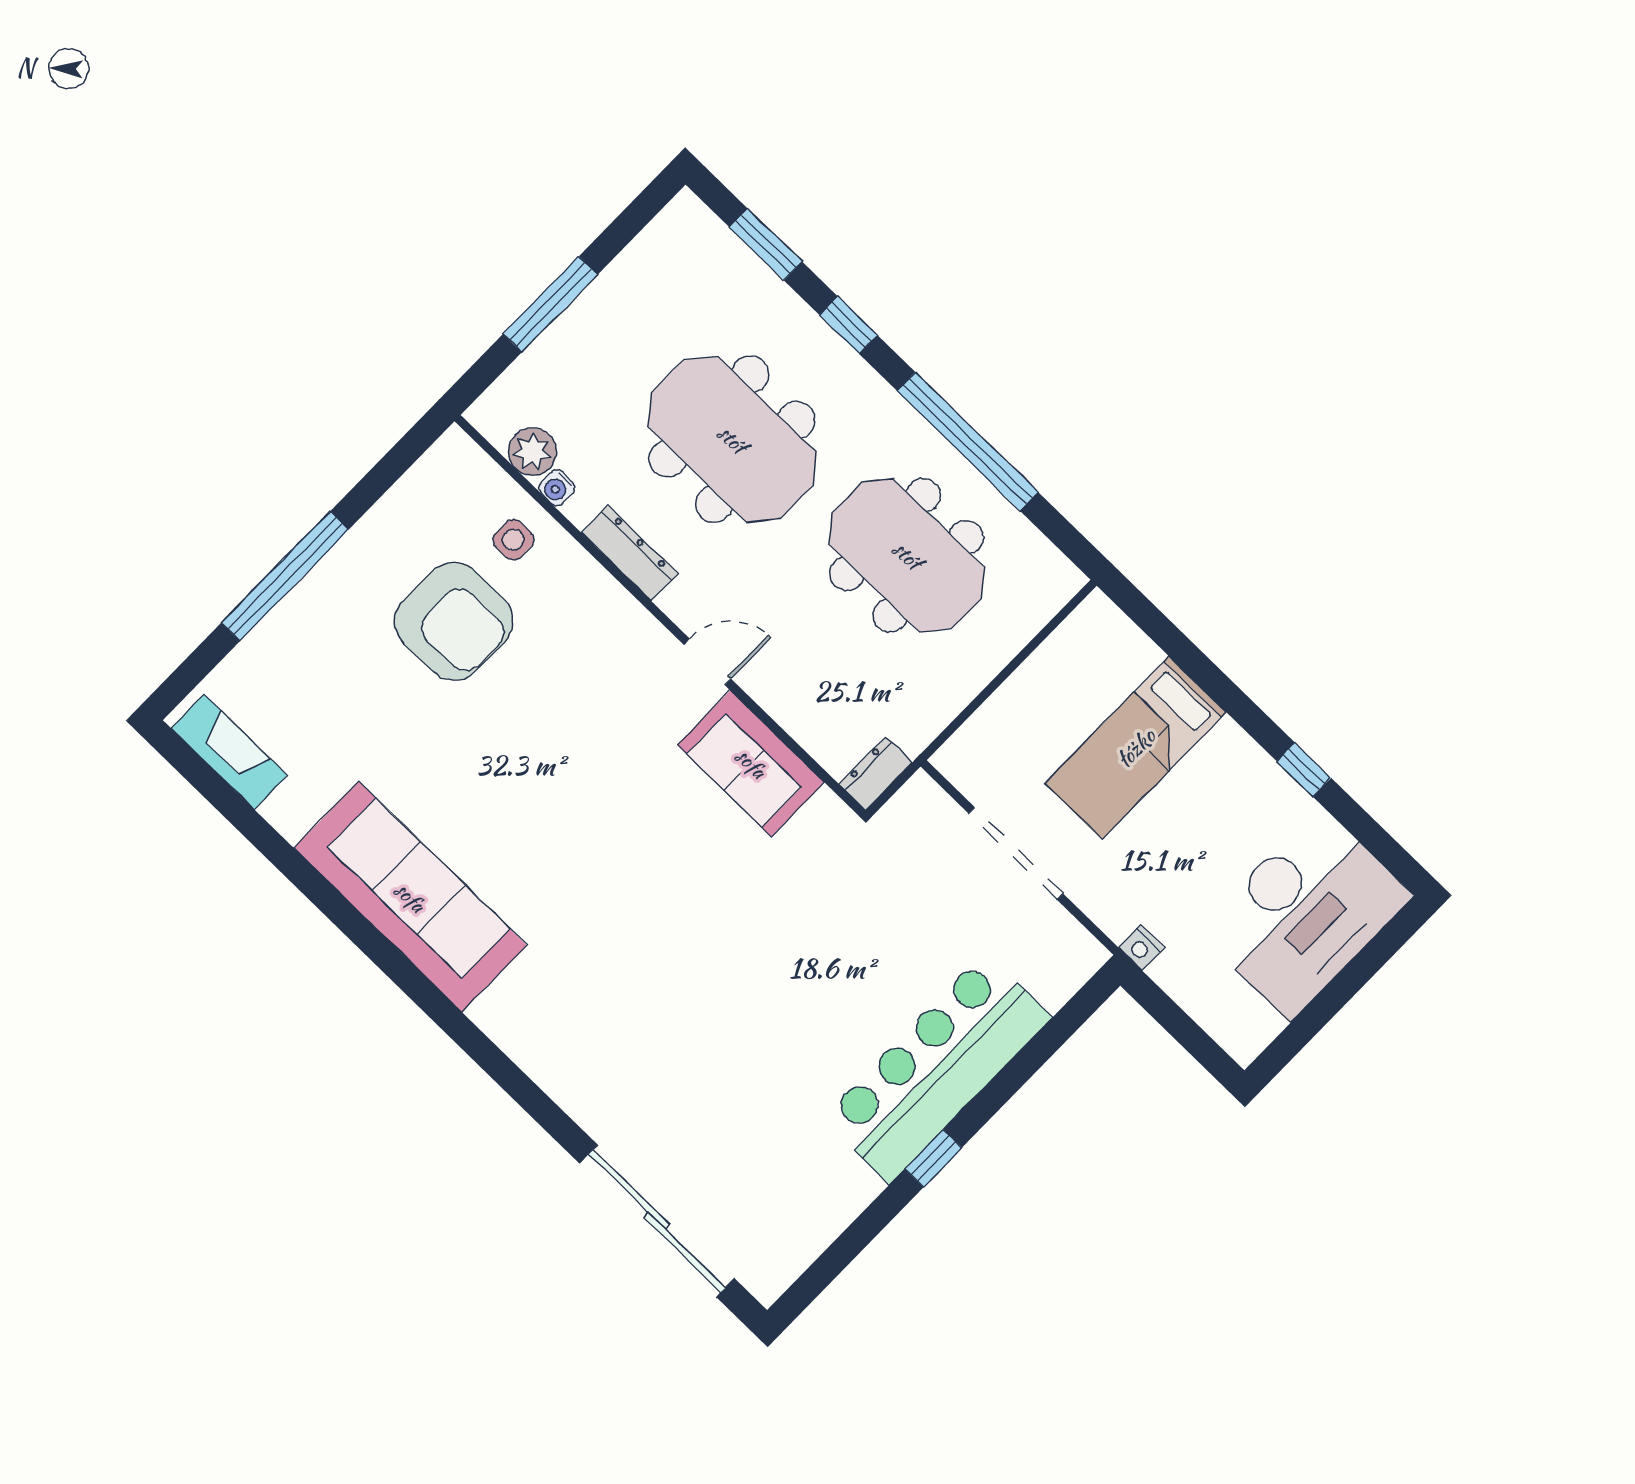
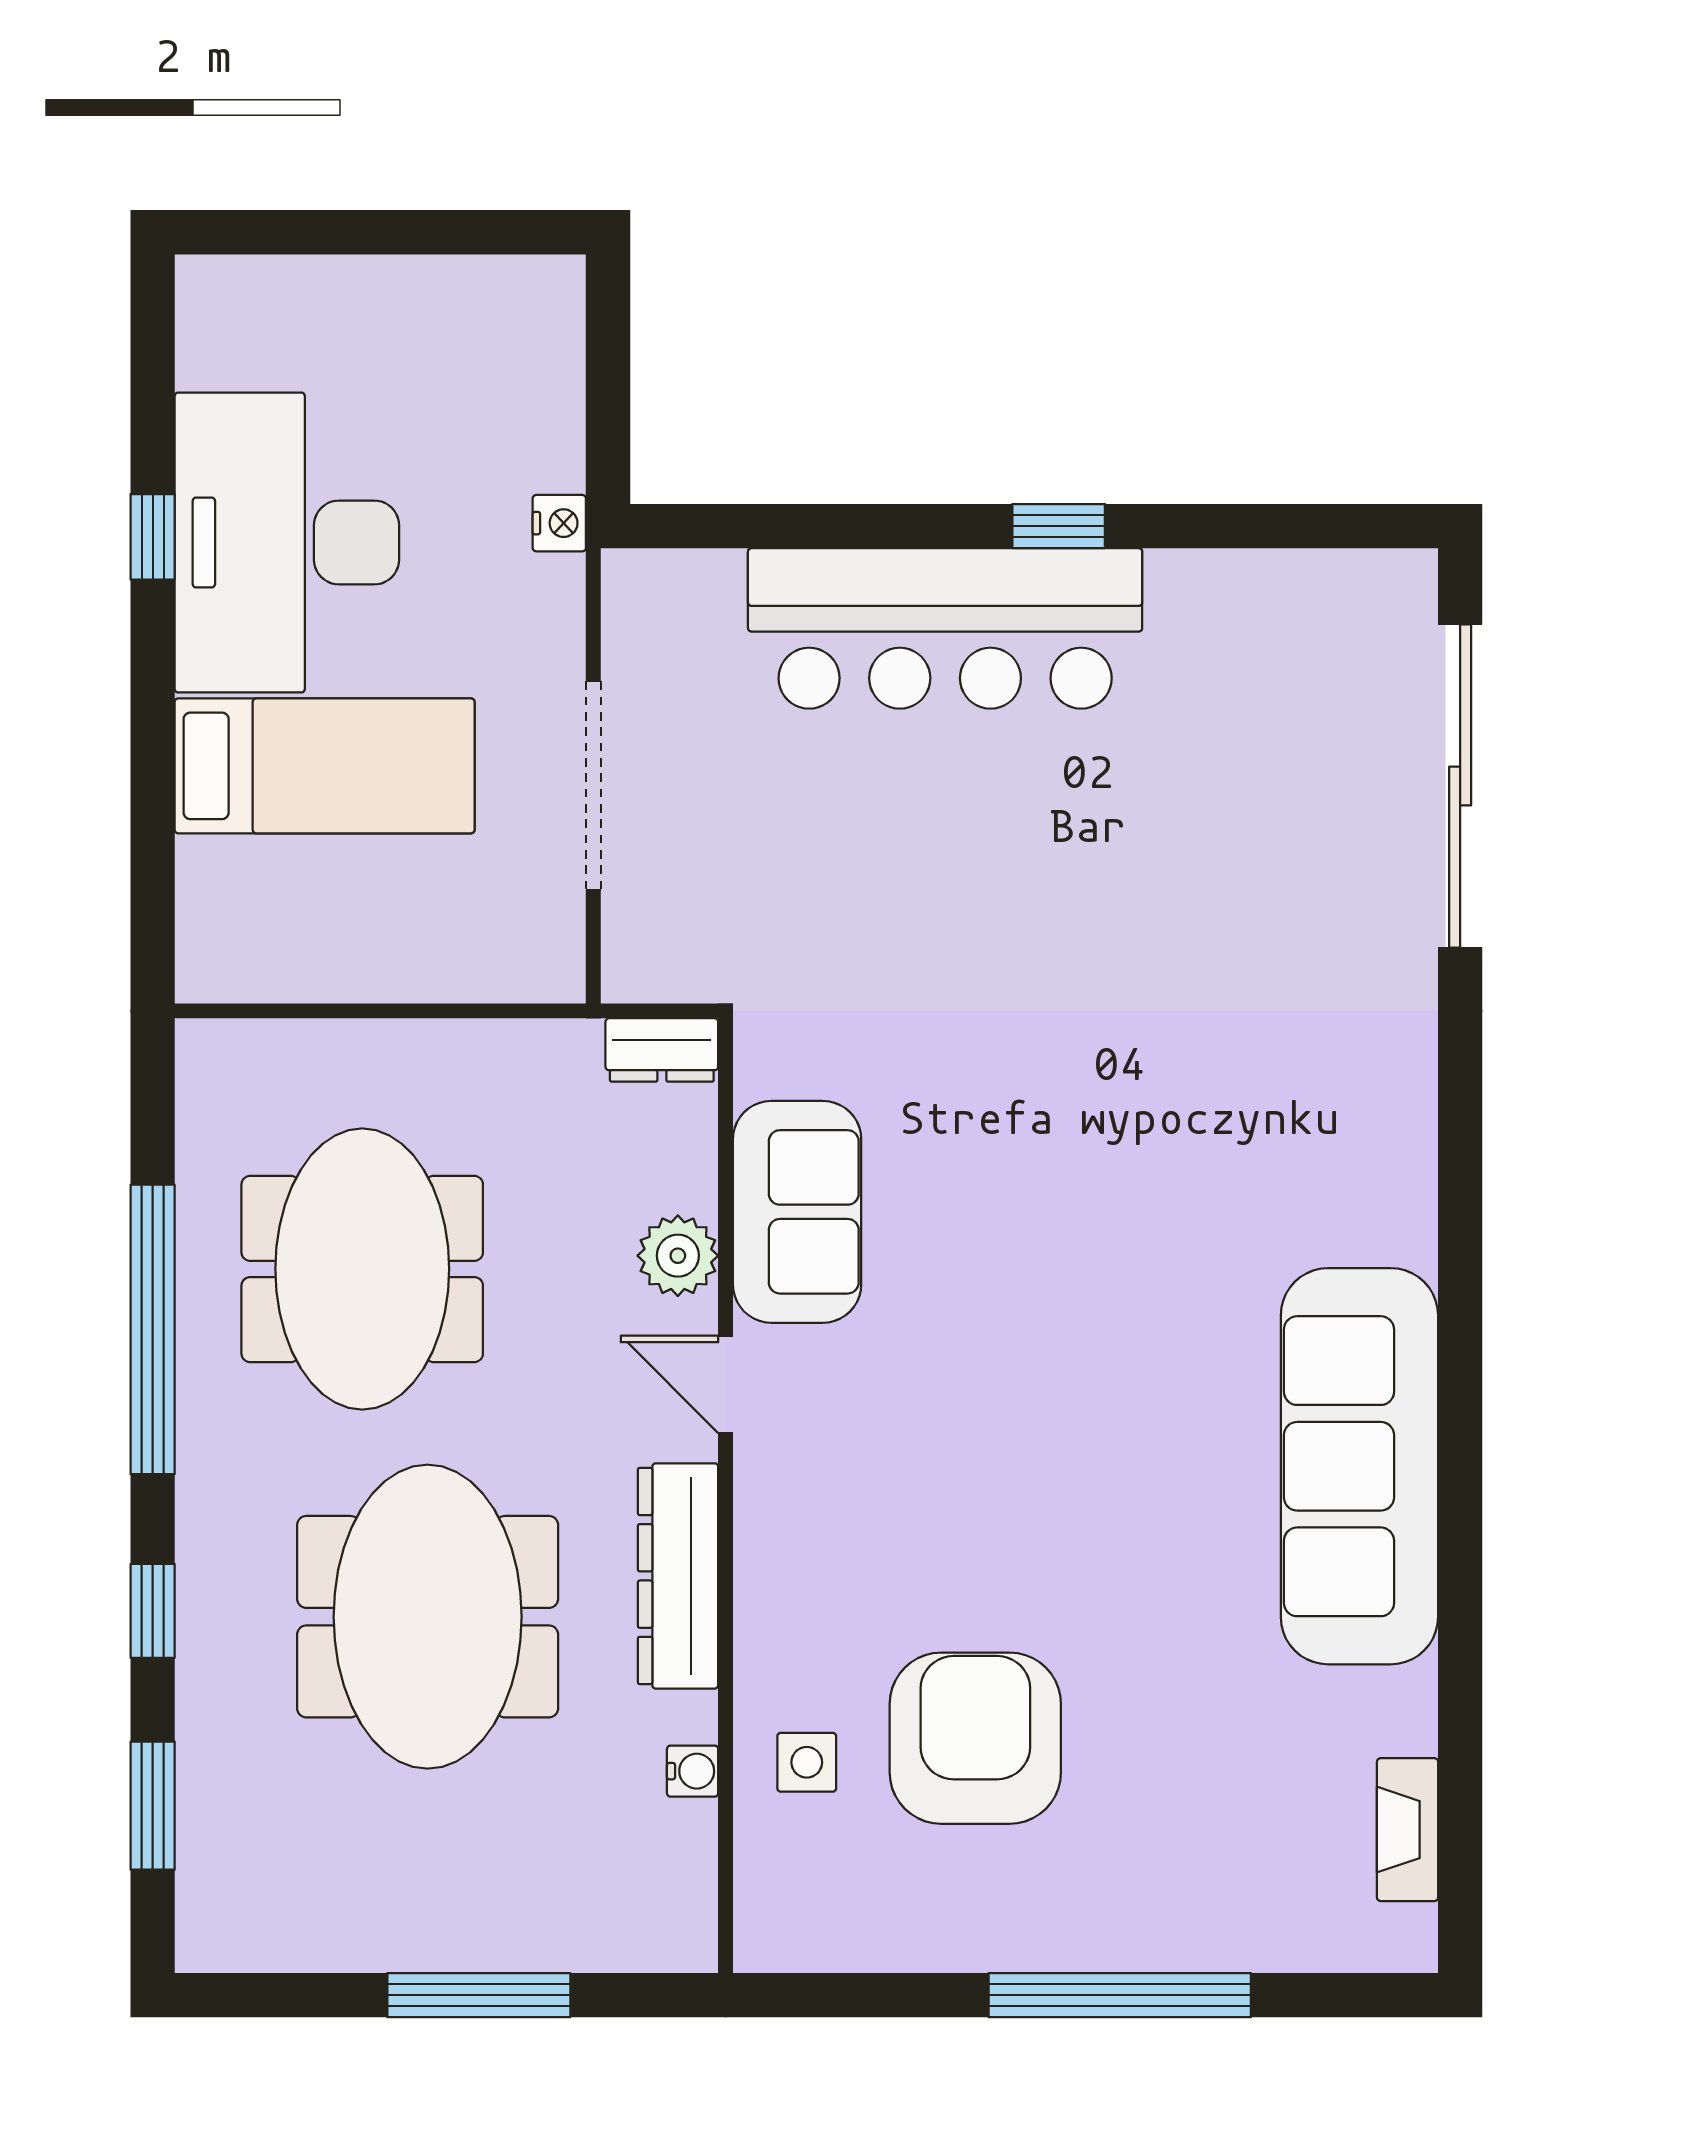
plant: (533, 452) -> (678, 1256), moved
dresser: (630, 553) -> (678, 1576), width x1.37, depth x1.24
fireplace: (229, 752) -> (1408, 1830), width x0.73, depth x0.76
desk: (1305, 913) -> (287, 542), moved, turned -90

